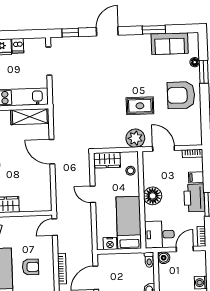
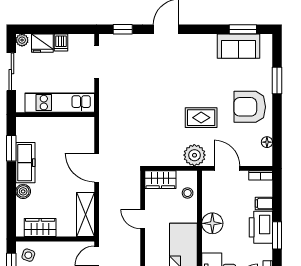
window: (154, 30) -> (243, 29), moved
floor lamp: (195, 62) -> (267, 142), moved
shelving: (30, 117) -> (85, 215), moved, turned 90

